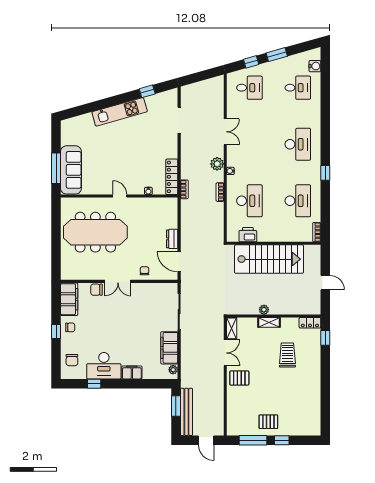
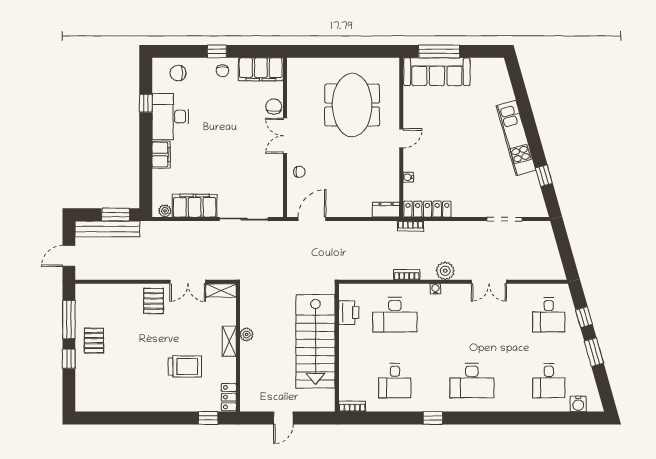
desk: (298, 201) -> (395, 381), width x0.73
meeting table: (95, 232) -> (352, 105), width x0.73
dresser: (172, 239) -> (386, 210), moved

